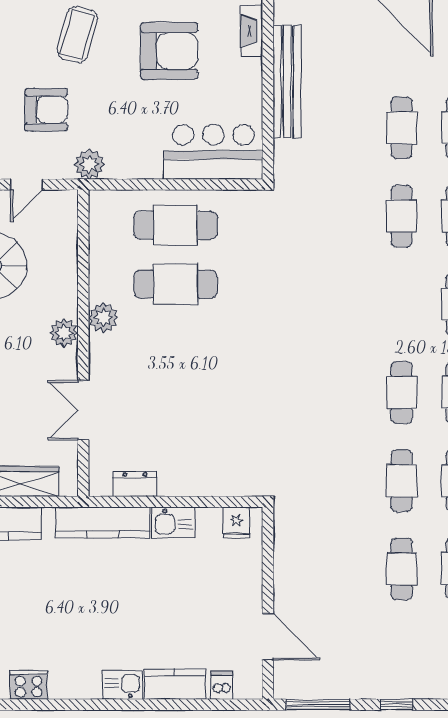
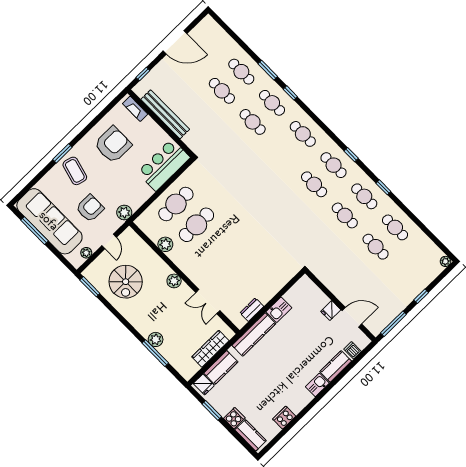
plant: (103, 318) -> (165, 244), moved
fridge: (236, 523) -> (331, 311), moved, turned 90

